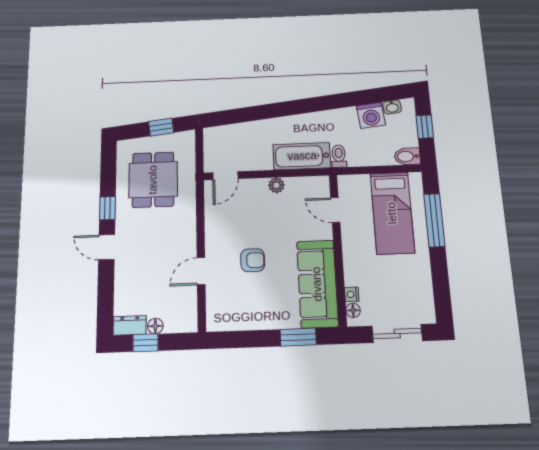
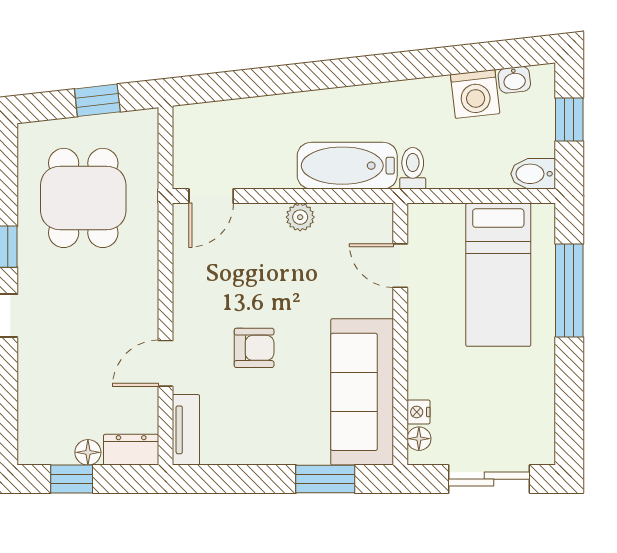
tv unit: (214, 310) -> (186, 430), added
dresser: (130, 325) -> (131, 450), moved

